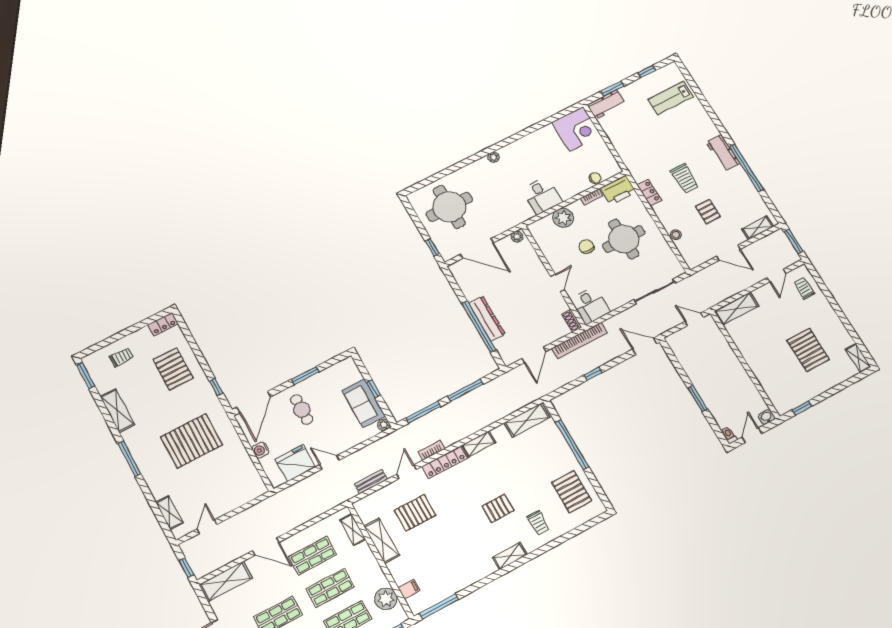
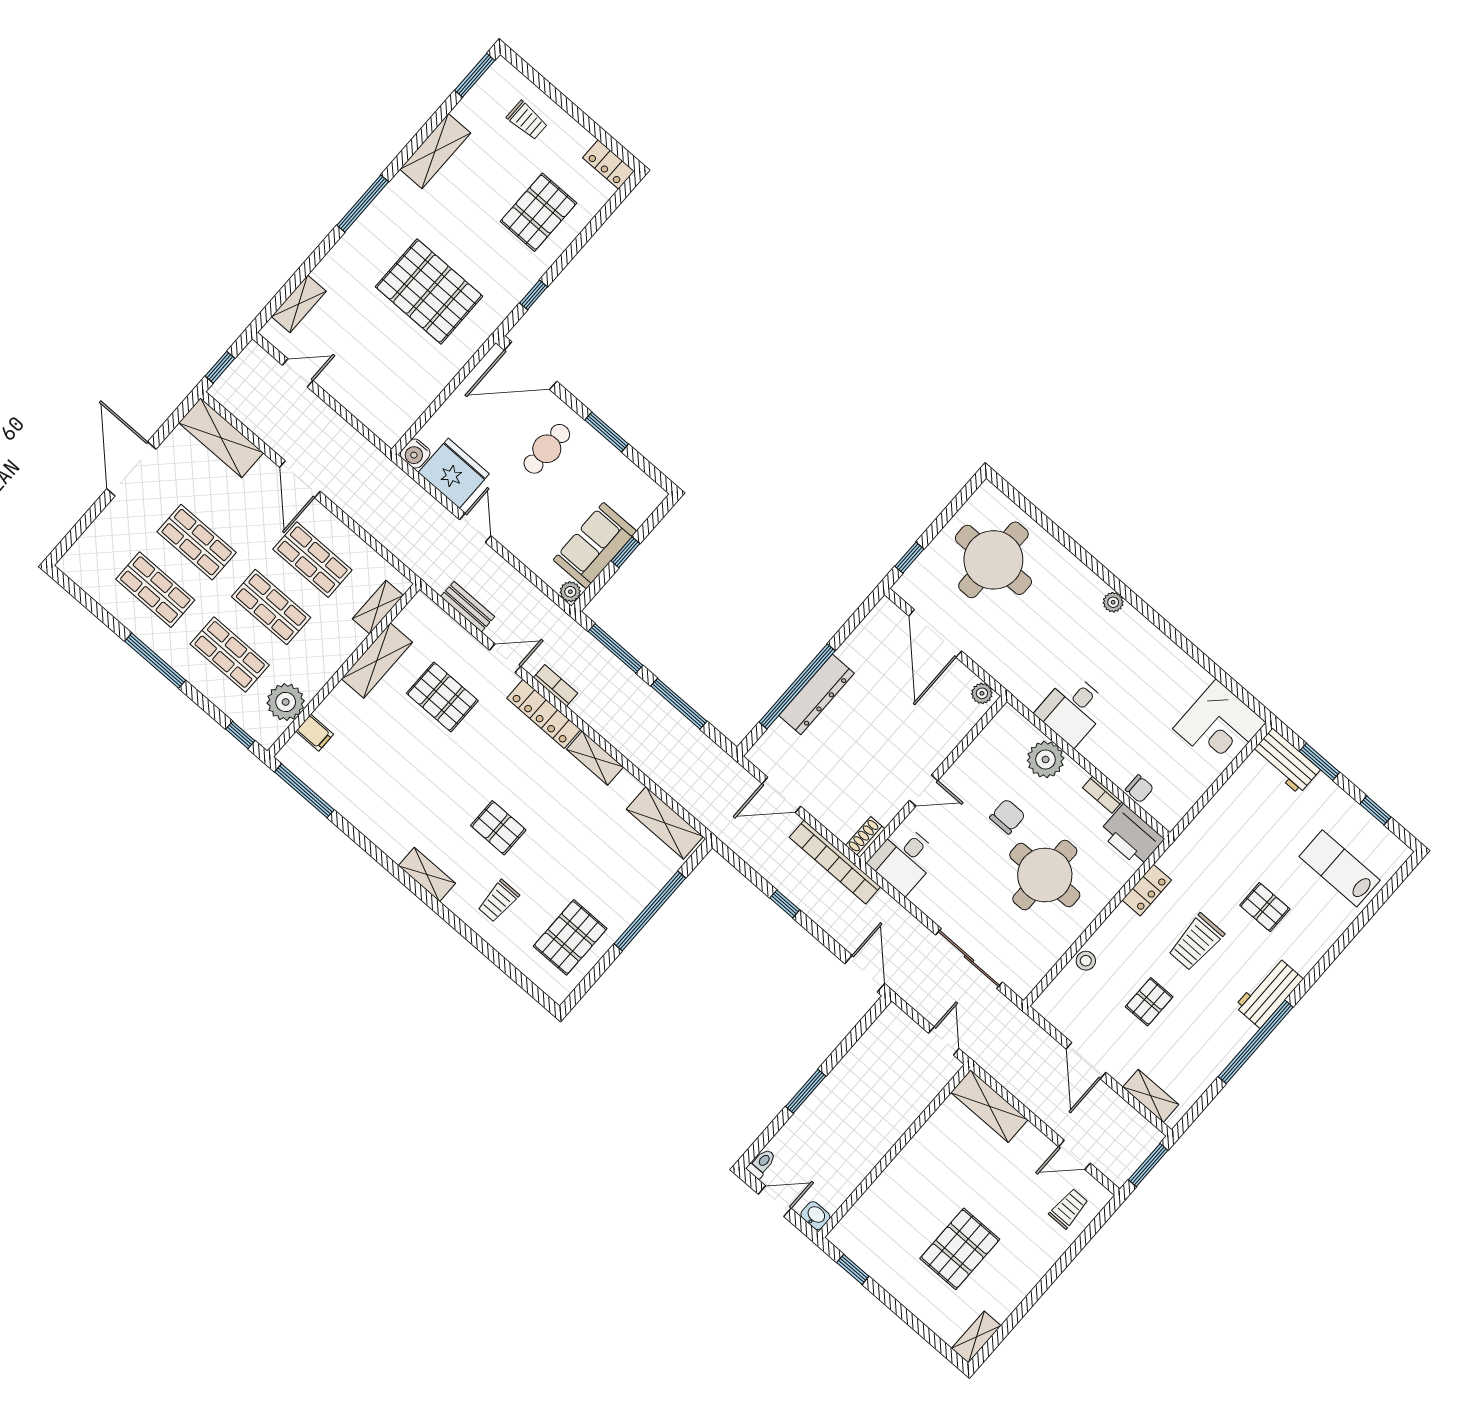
pallet: (678, 140) -> (1265, 907), added
water cooler: (260, 450) -> (415, 454), moved, turned -90

